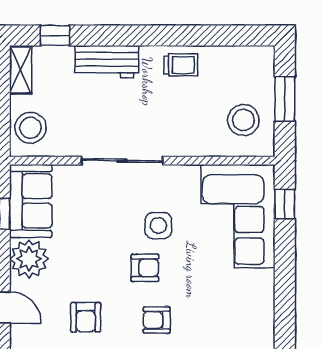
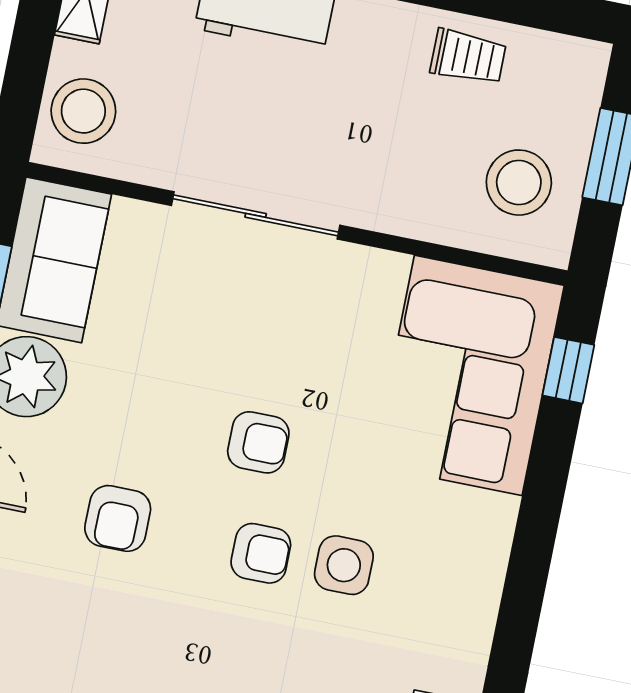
trolley: (181, 65) -> (468, 57), moved
side table: (158, 226) -> (344, 565), moved
armchair: (157, 320) -> (261, 553), turned 180

